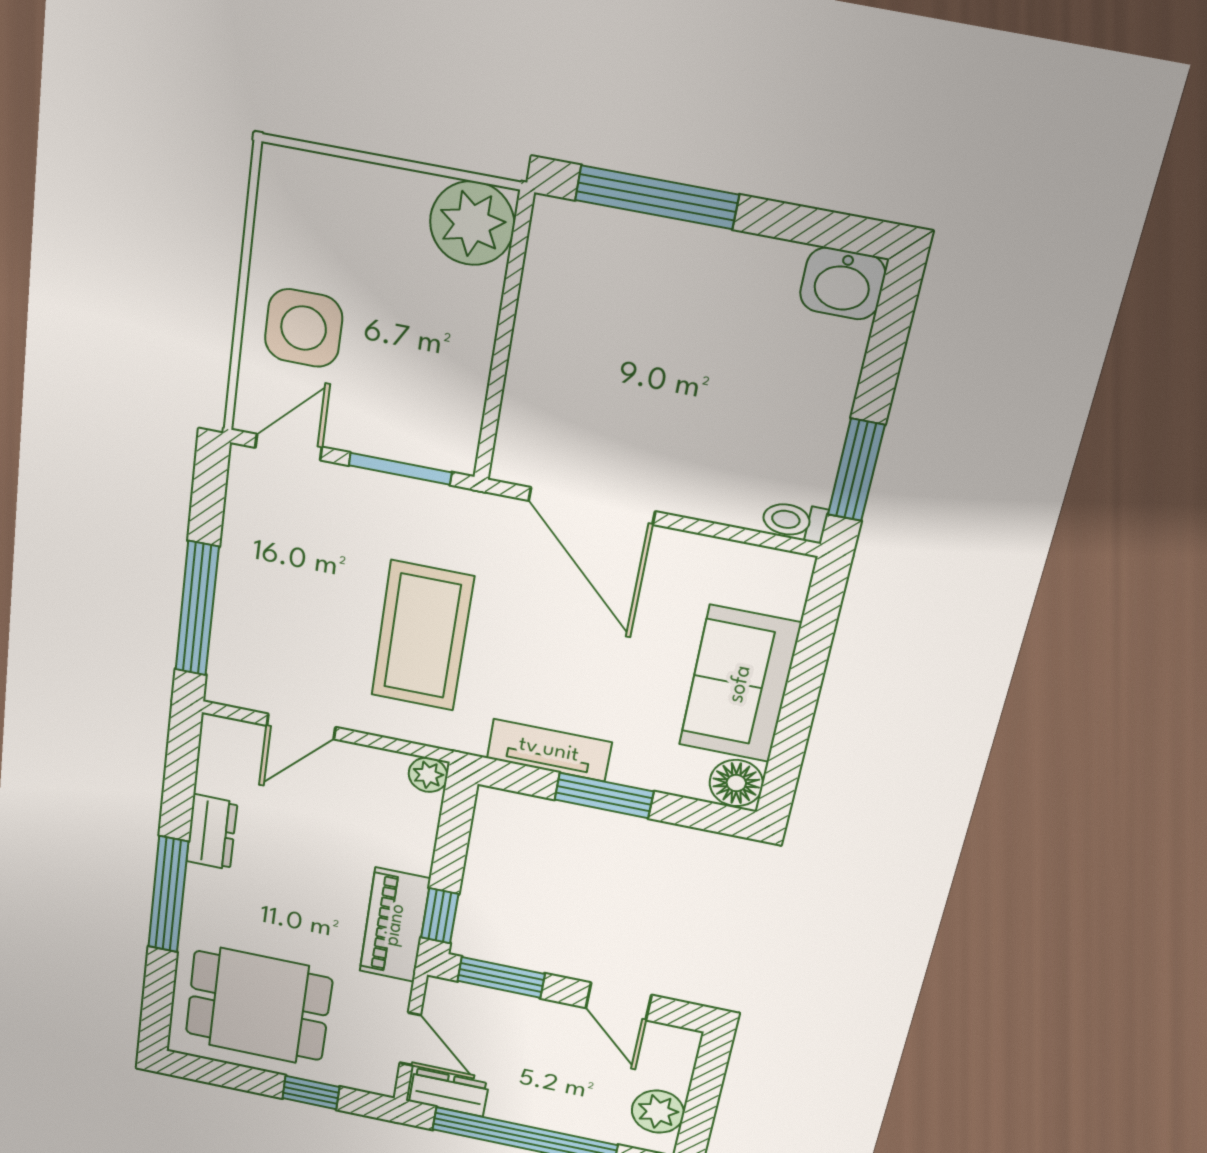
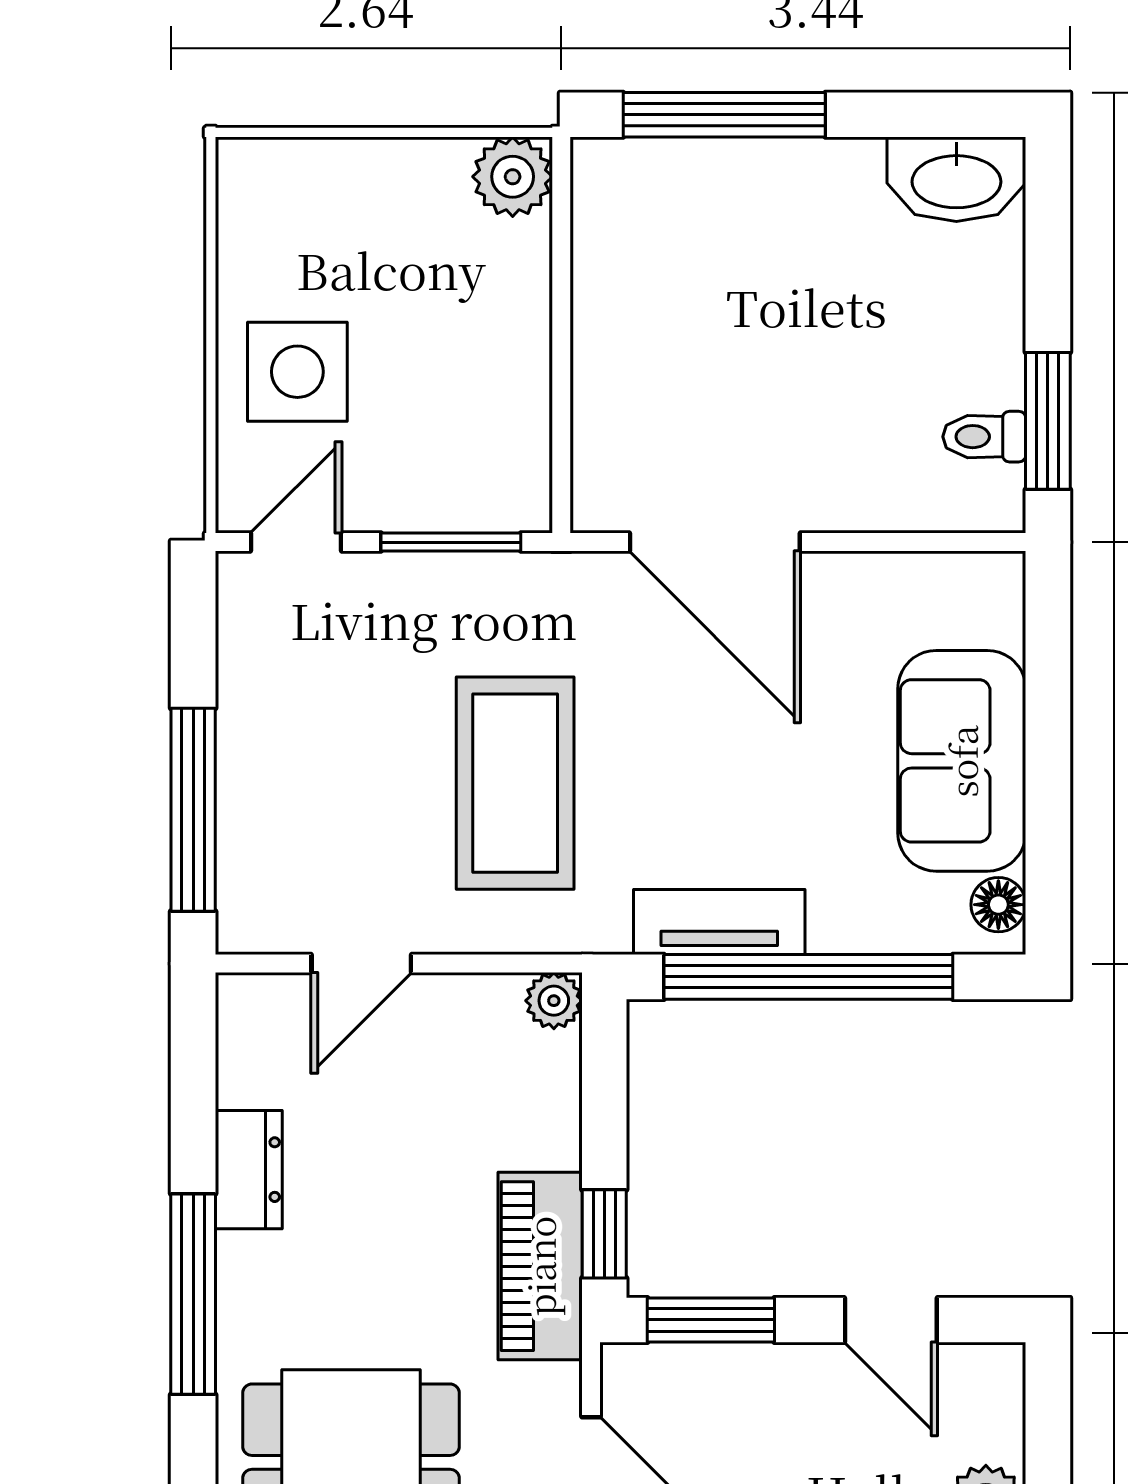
plant: (472, 223) -> (513, 177), width x0.73, depth x0.73
washbasin: (843, 284) -> (956, 179), width x1.38
toilet: (794, 521) -> (984, 437), moved
floor lamp: (736, 783) -> (998, 905), width x0.73, depth x0.73
window: (604, 795) -> (808, 977), width x2.11

